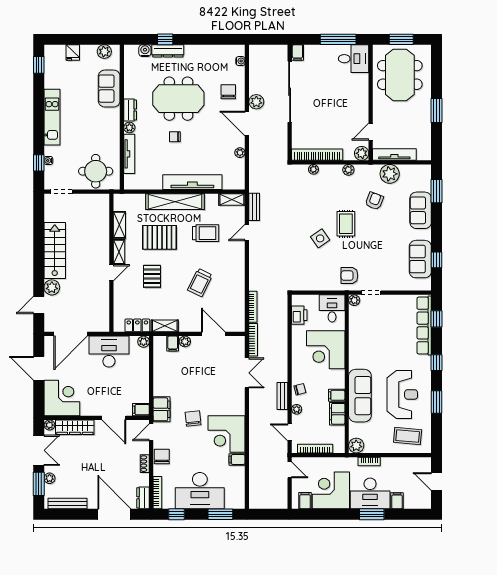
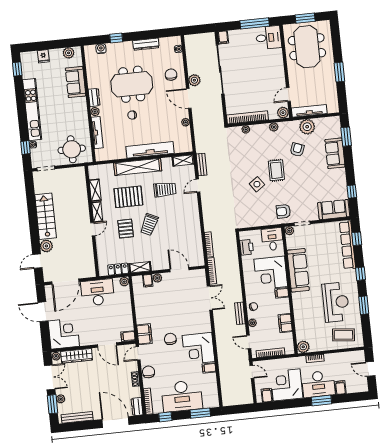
dresser: (168, 51) -> (146, 44), moved
kitchen unit: (52, 117) -> (32, 110), width x1.36
sofa: (420, 259) -> (334, 210), moved, turned 90
trolley: (200, 283) -> (149, 225), moved
filing cabinet: (337, 395) -> (282, 293), moved
sofa: (360, 396) -> (298, 270), moved

